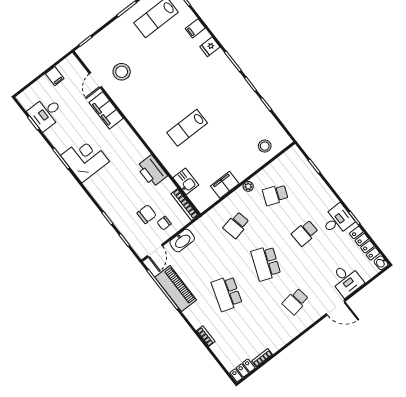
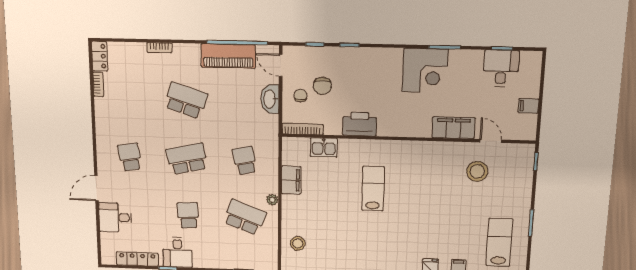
school desk: (275, 195) -> (245, 217), width x1.85
school desk: (266, 263) -> (187, 159), turned -33
washbasin: (381, 263) -> (108, 259), removed

